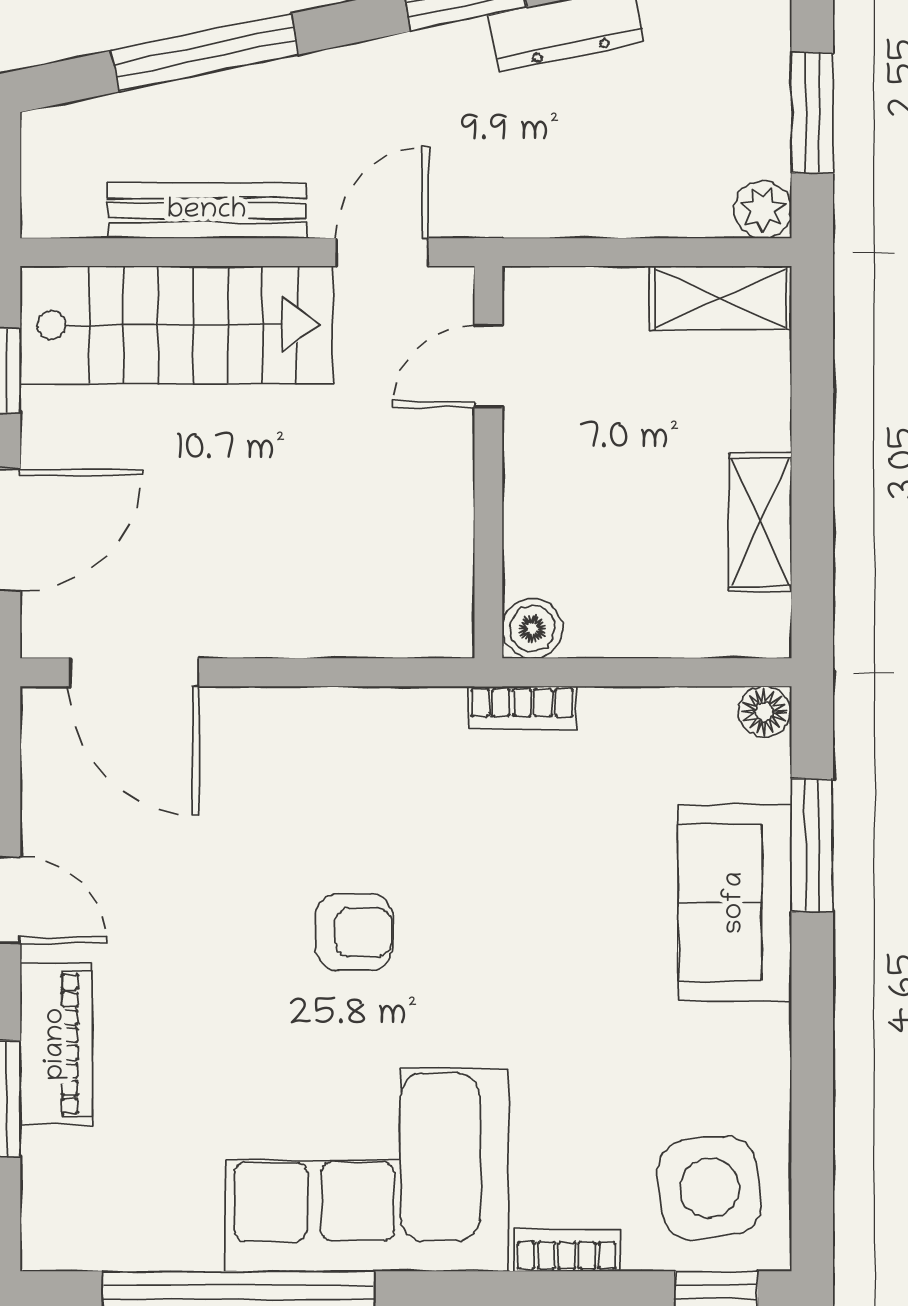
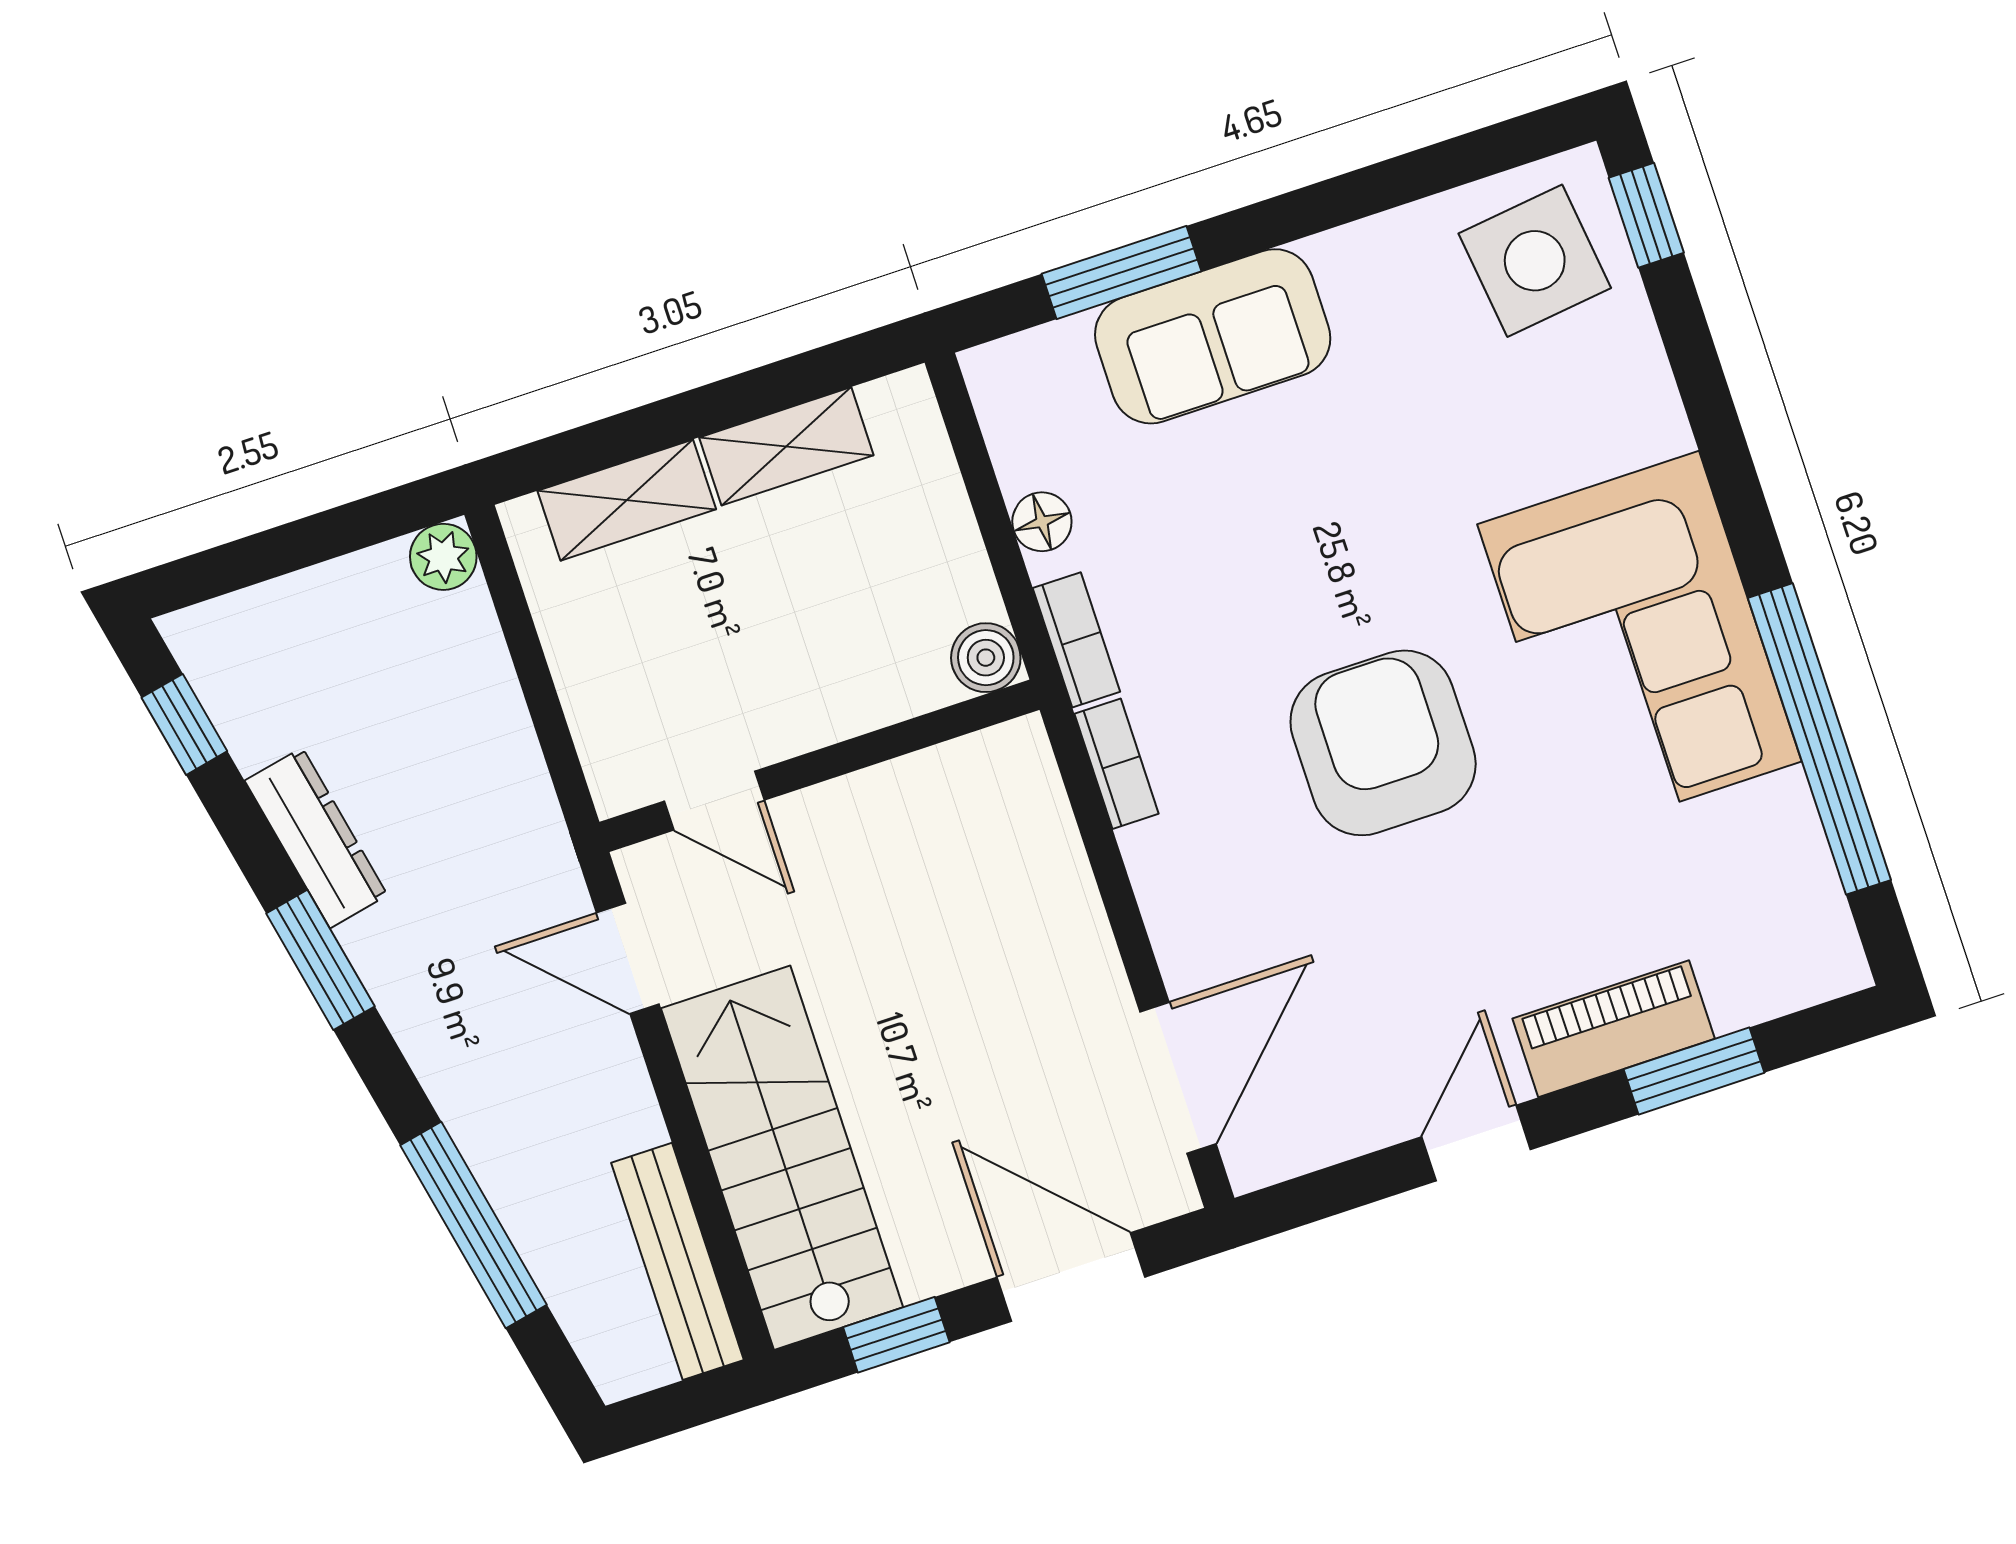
window: (812, 113) -> (319, 538), removed
bench: (207, 211) -> (677, 1261), moved
shelving: (720, 298) -> (627, 500), moved, turned 90
floor lamp: (764, 712) -> (1042, 522), moved
armchair: (354, 932) -> (1383, 743), width x1.88, depth x1.88
bookcase: (567, 1250) -> (1117, 764), moved, turned 180

